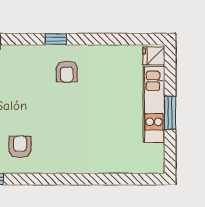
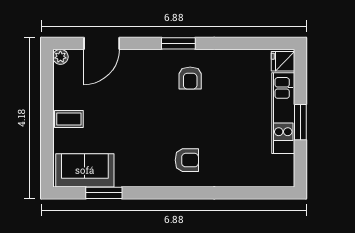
window: (56, 39) -> (178, 43), width x1.50
armchair: (20, 147) -> (187, 160), moved, turned 90

